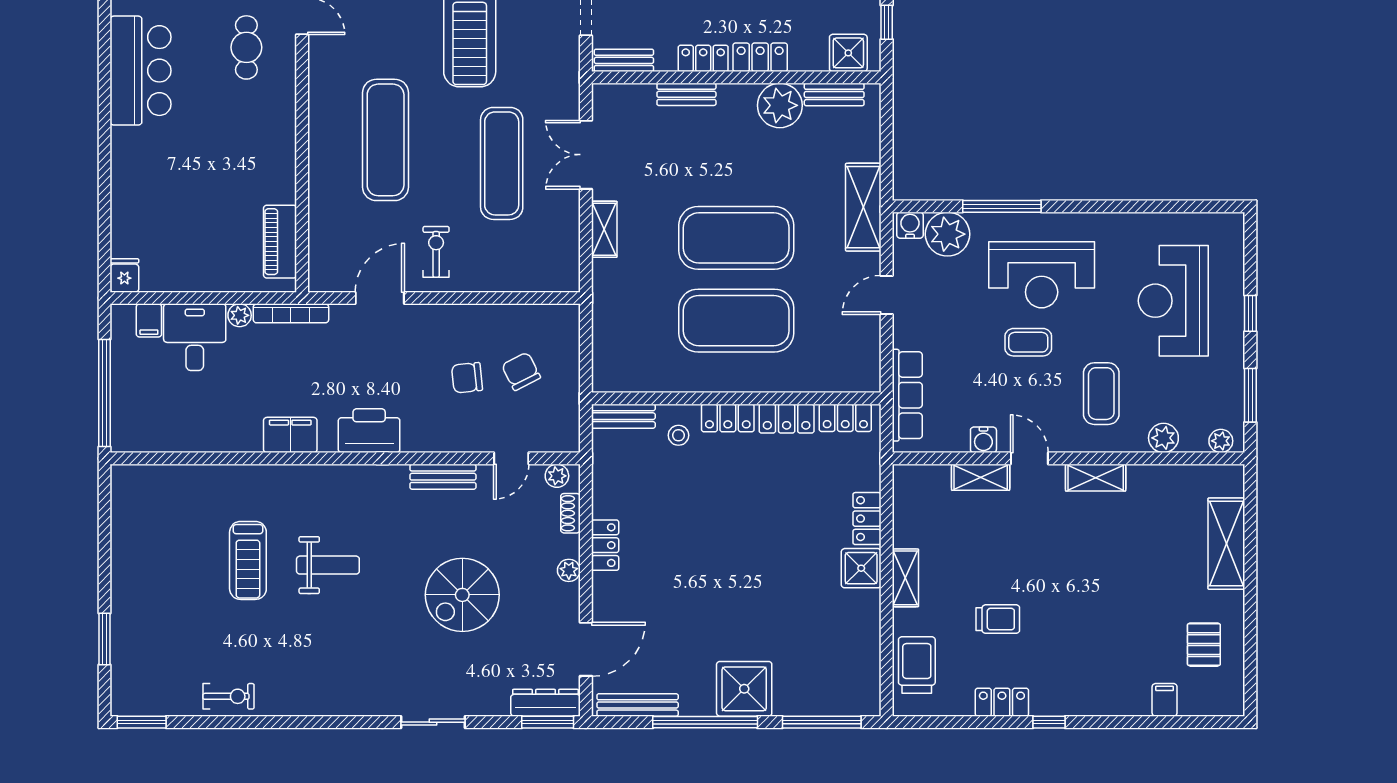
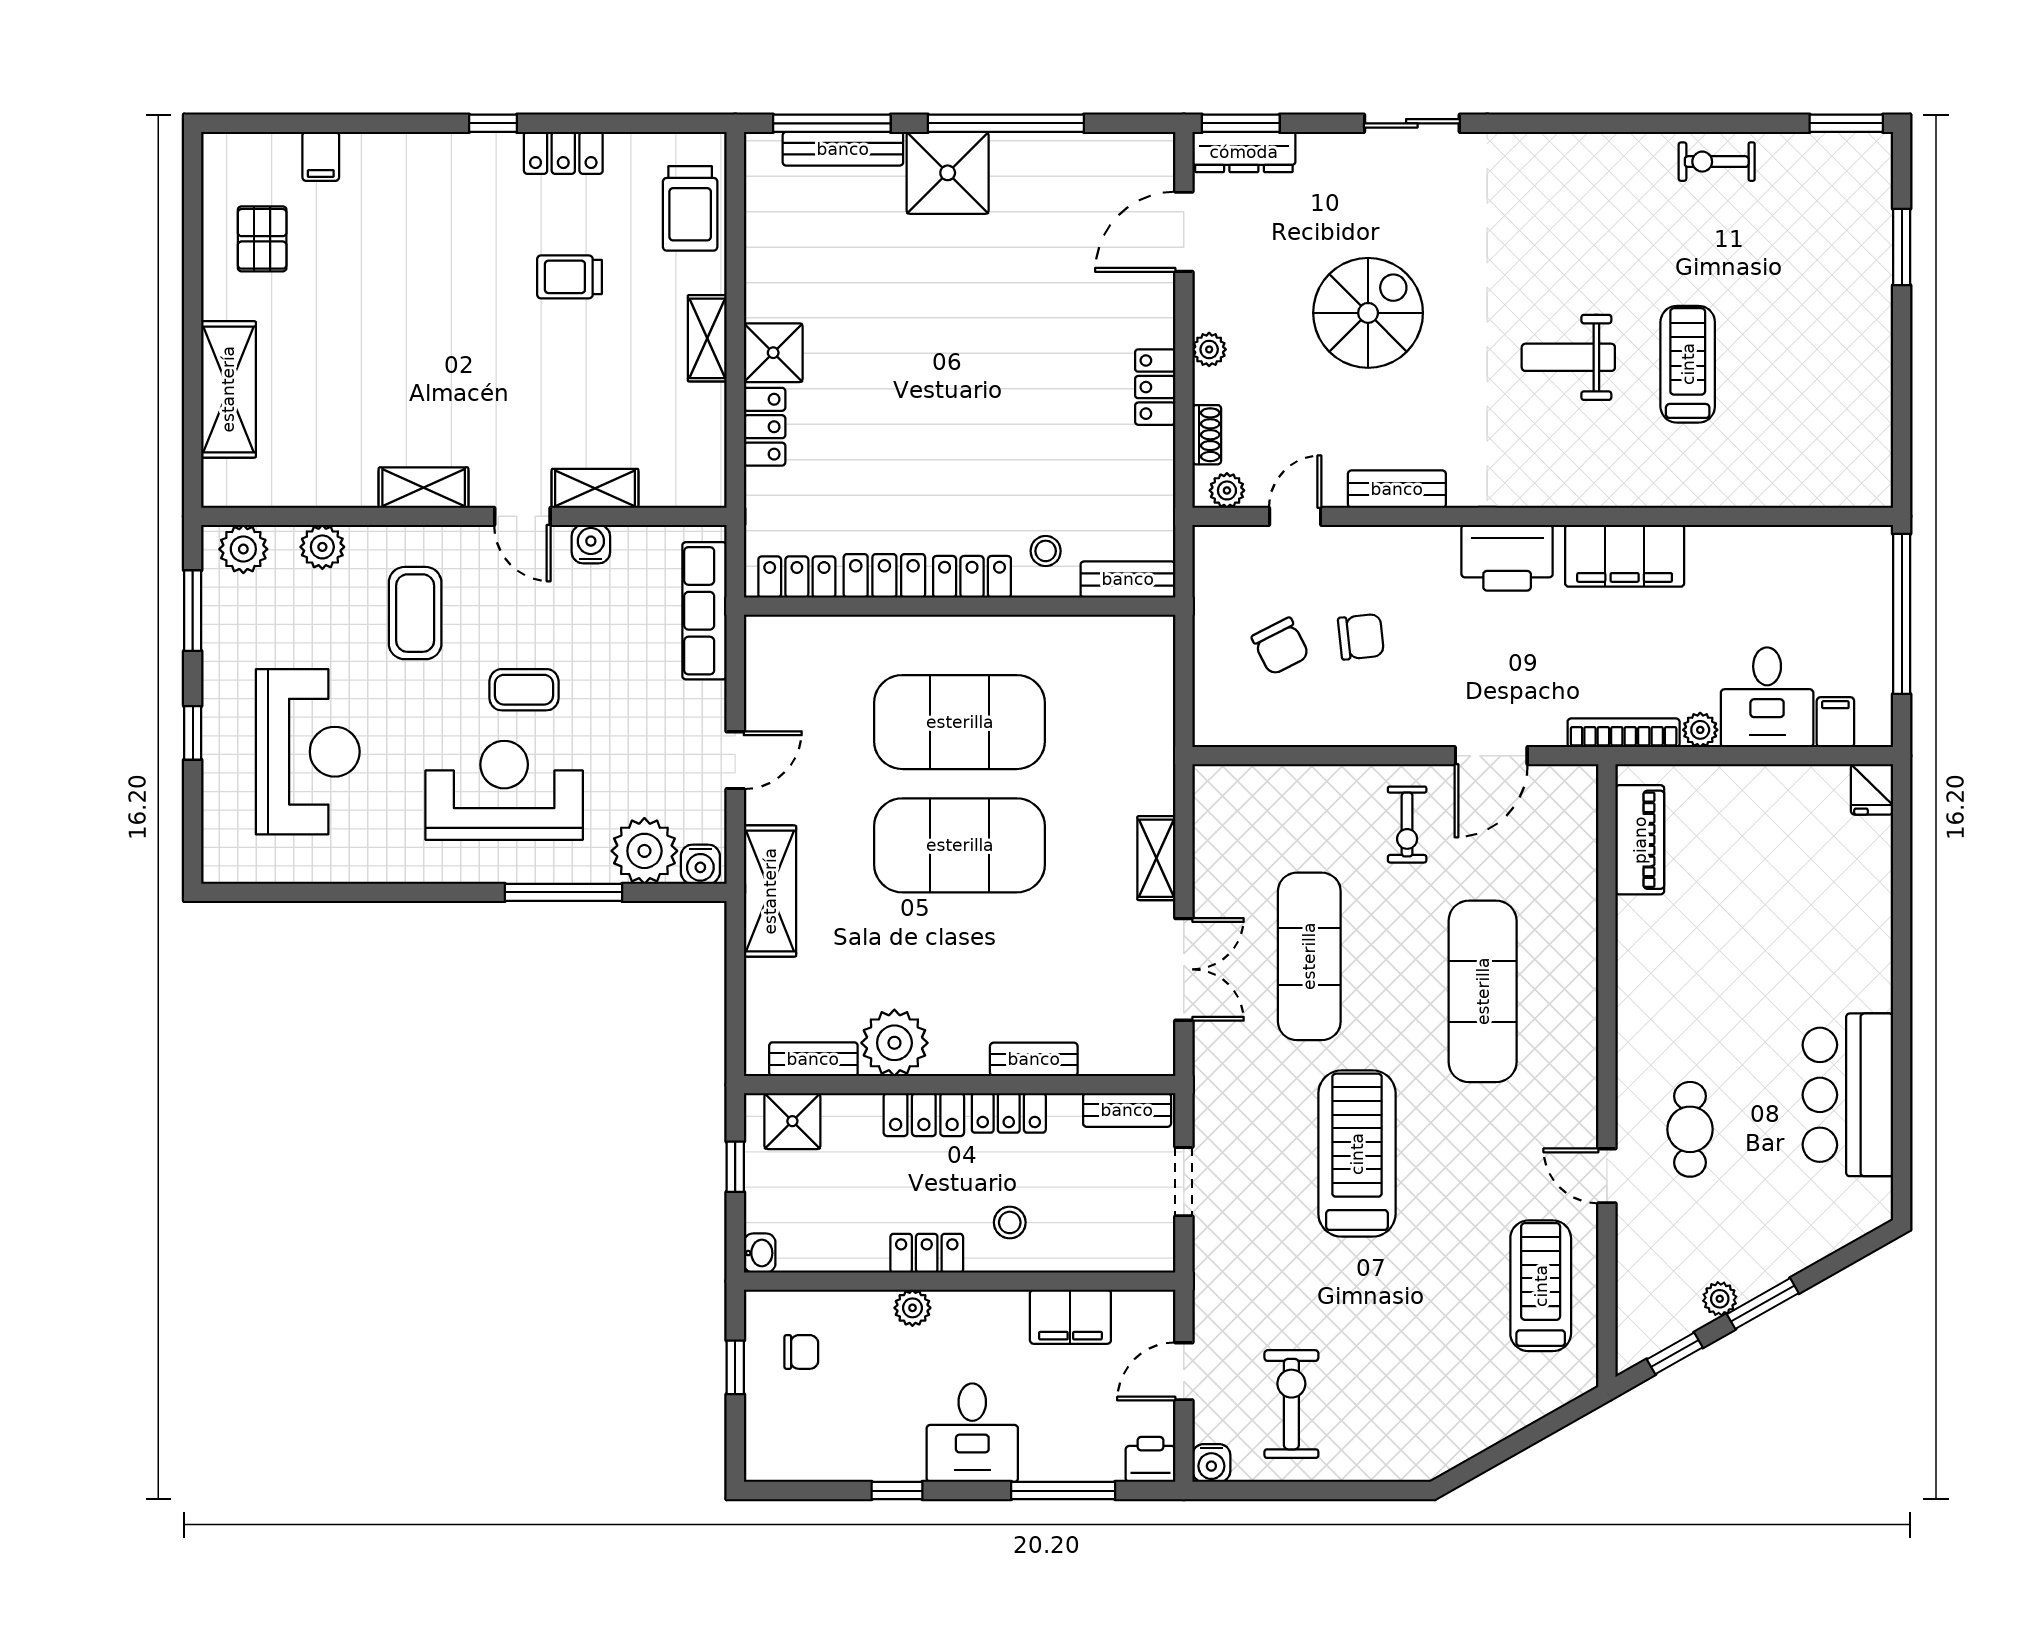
filing cabinet: (290, 435) -> (1625, 556), width x1.50, depth x1.17
plant: (1221, 441) -> (243, 549), width x1.38, depth x1.38
bench: (638, 705) -> (843, 149), moved

